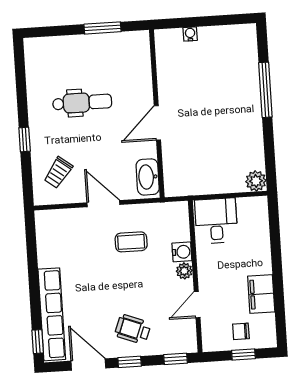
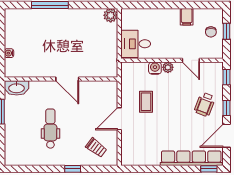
washbasin: (148, 177) -> (17, 88), moved
filing cabinet: (261, 294) -> (187, 17), width x0.50

